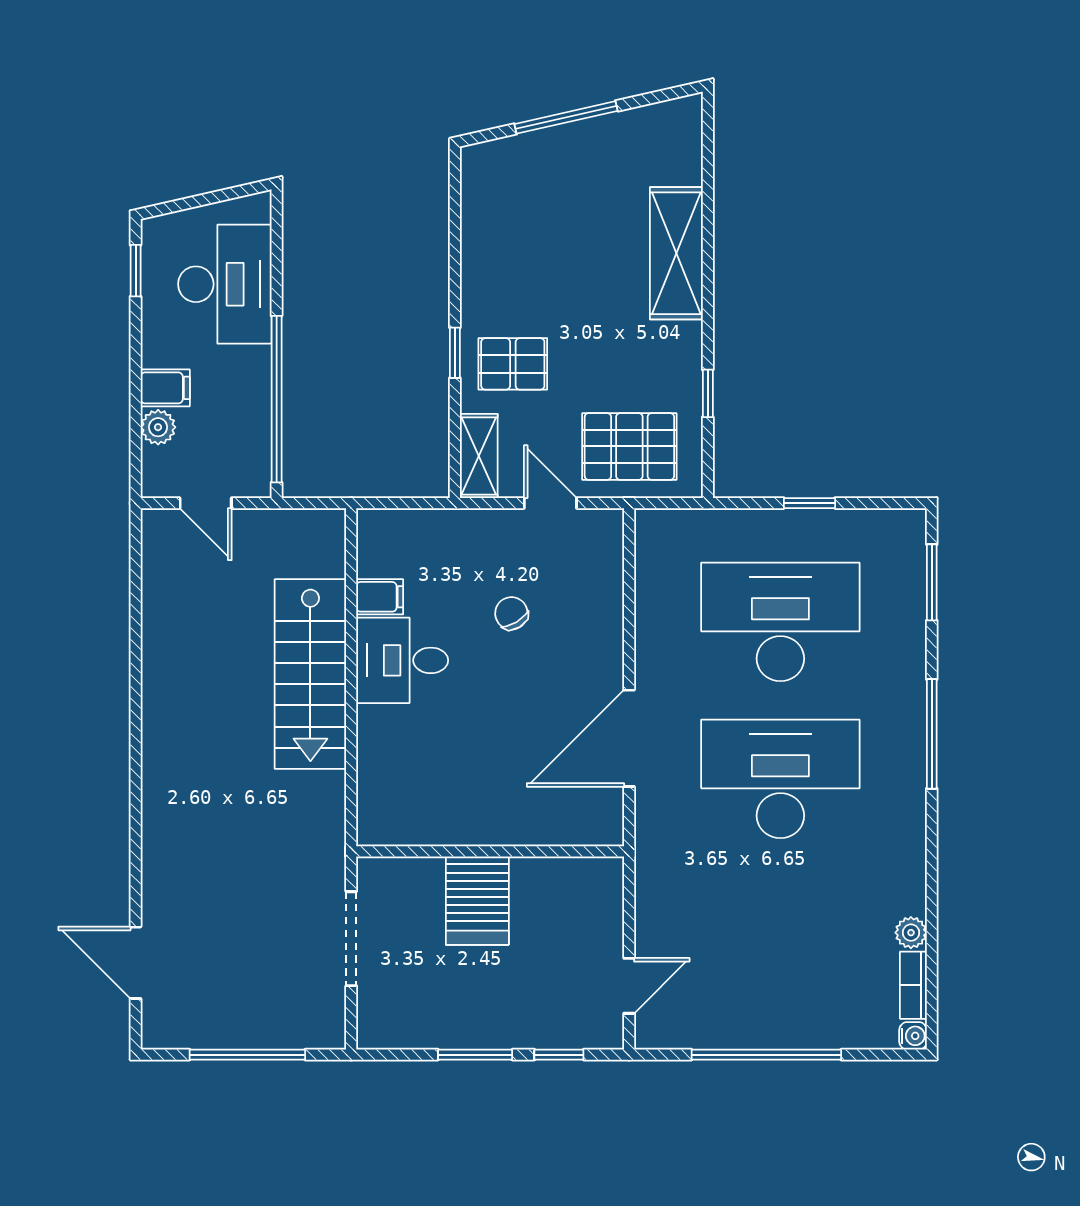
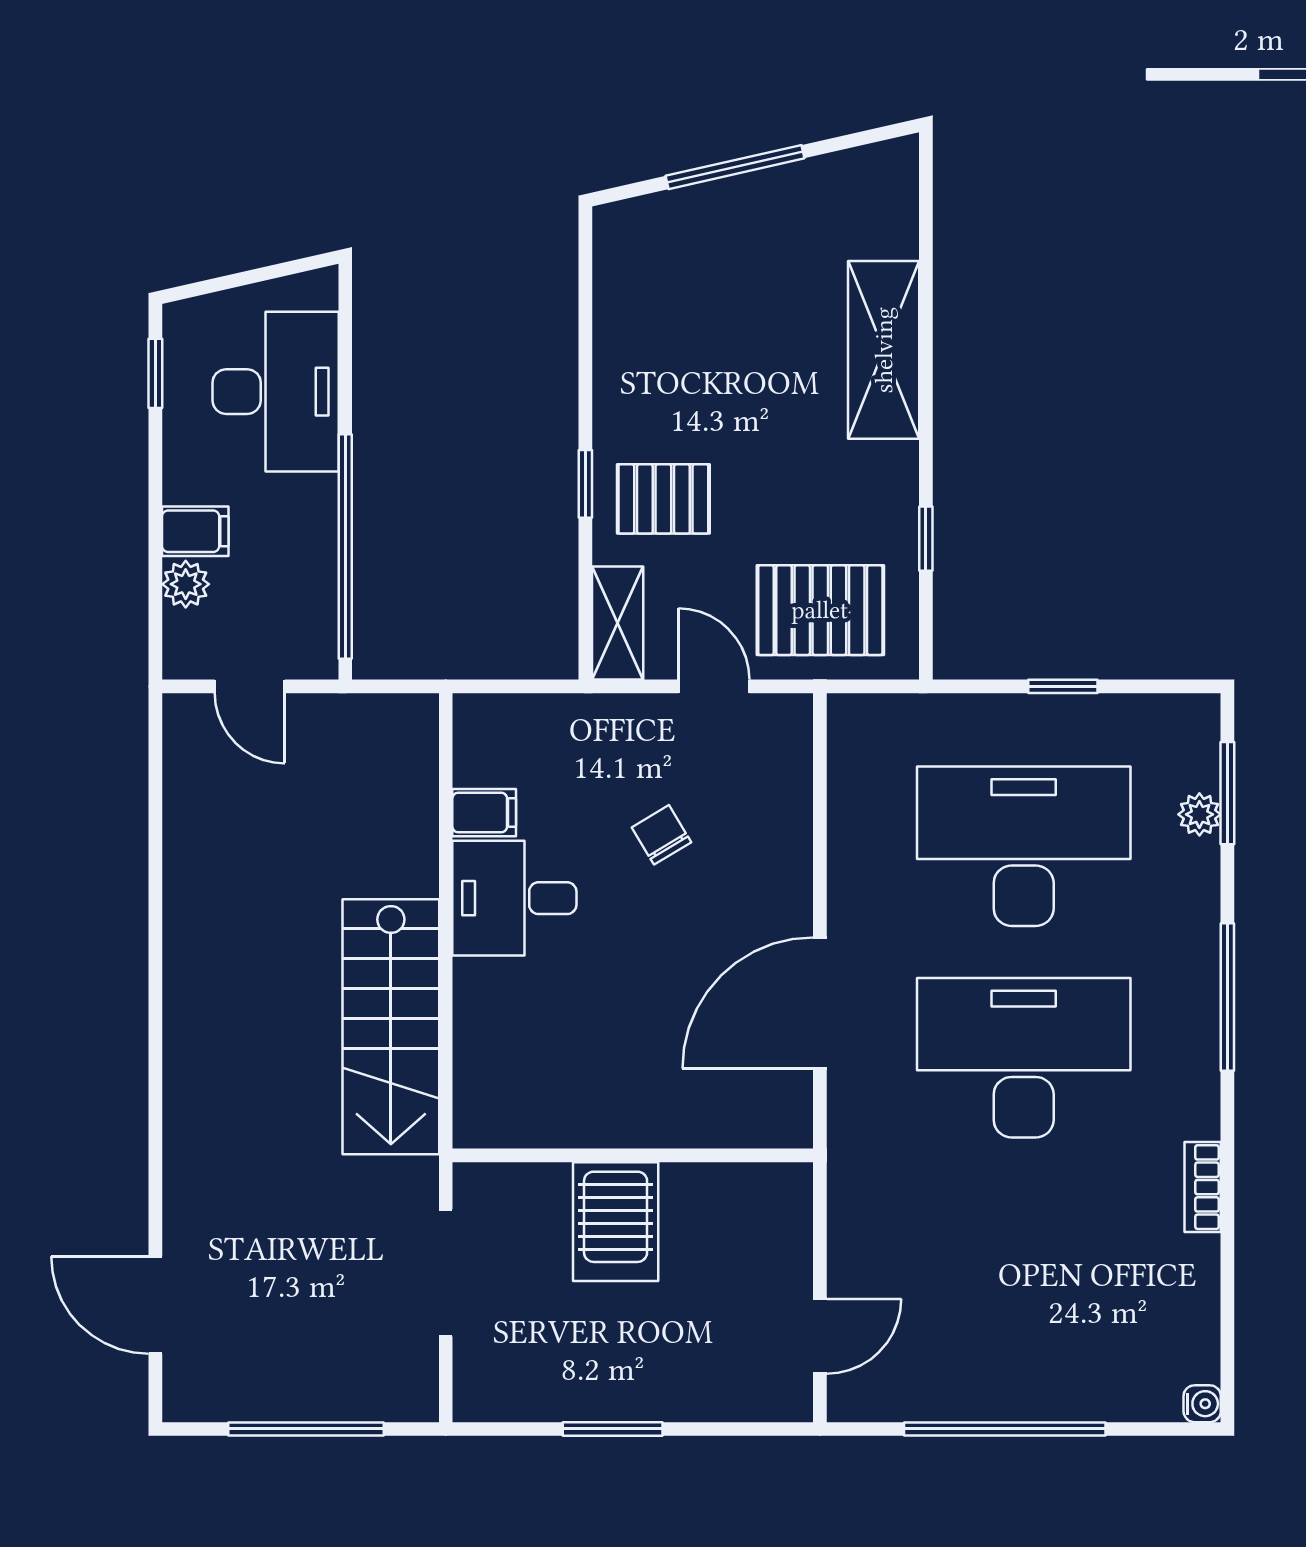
stairs: (310, 674) -> (391, 1027), moved
plant: (911, 933) -> (1199, 814), moved
bookcase: (913, 985) -> (1203, 1187), moved
window: (559, 1055) -> (725, 1429), removed

